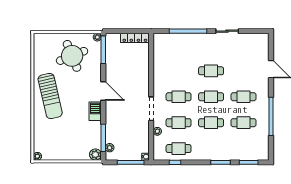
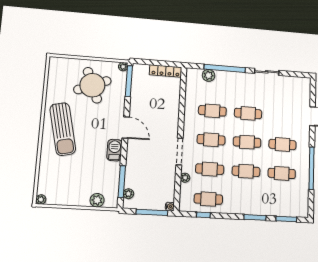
plant: (174, 39) -> (209, 75), added
cafe table: (179, 71) -> (212, 111), added
plant: (95, 155) -> (97, 200), moved

